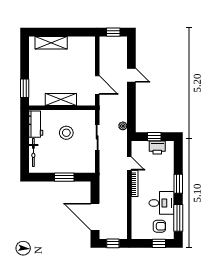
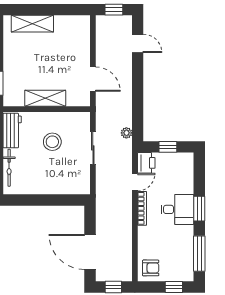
door: (131, 75) -> (138, 43), moved
printer: (157, 147) -> (146, 163), moved, turned -90
door: (129, 163) -> (135, 182), hinge flipped
window: (64, 177) -> (50, 200), removed
desk: (162, 203) -> (177, 209), moved
armchair: (159, 226) -> (151, 268), moved

